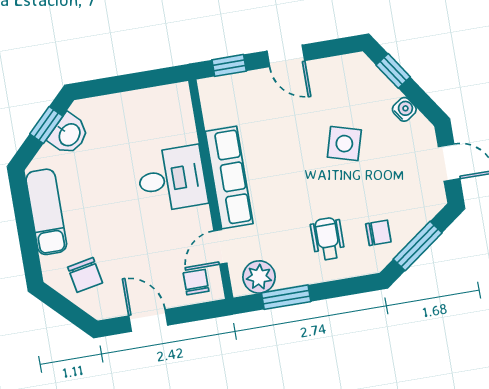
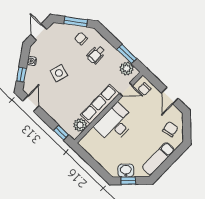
door: (286, 56) -> (31, 103), moved
plant: (218, 111) -> (80, 125), added
desk: (172, 179) -> (115, 124), width x1.37

